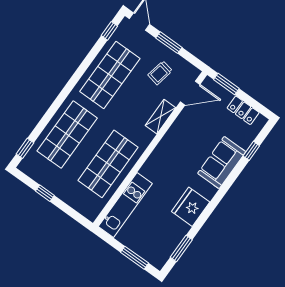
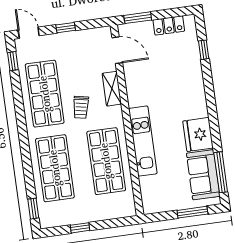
window: (169, 43) -> (66, 28), width x0.67
trolley: (160, 73) -> (81, 107), moved
door: (190, 93) -> (117, 50), hinge flipped
sofa: (222, 163) -> (203, 175), moved
kitchen unit: (125, 205) -> (143, 141), moved
window: (181, 248) -> (221, 172), width x1.44

